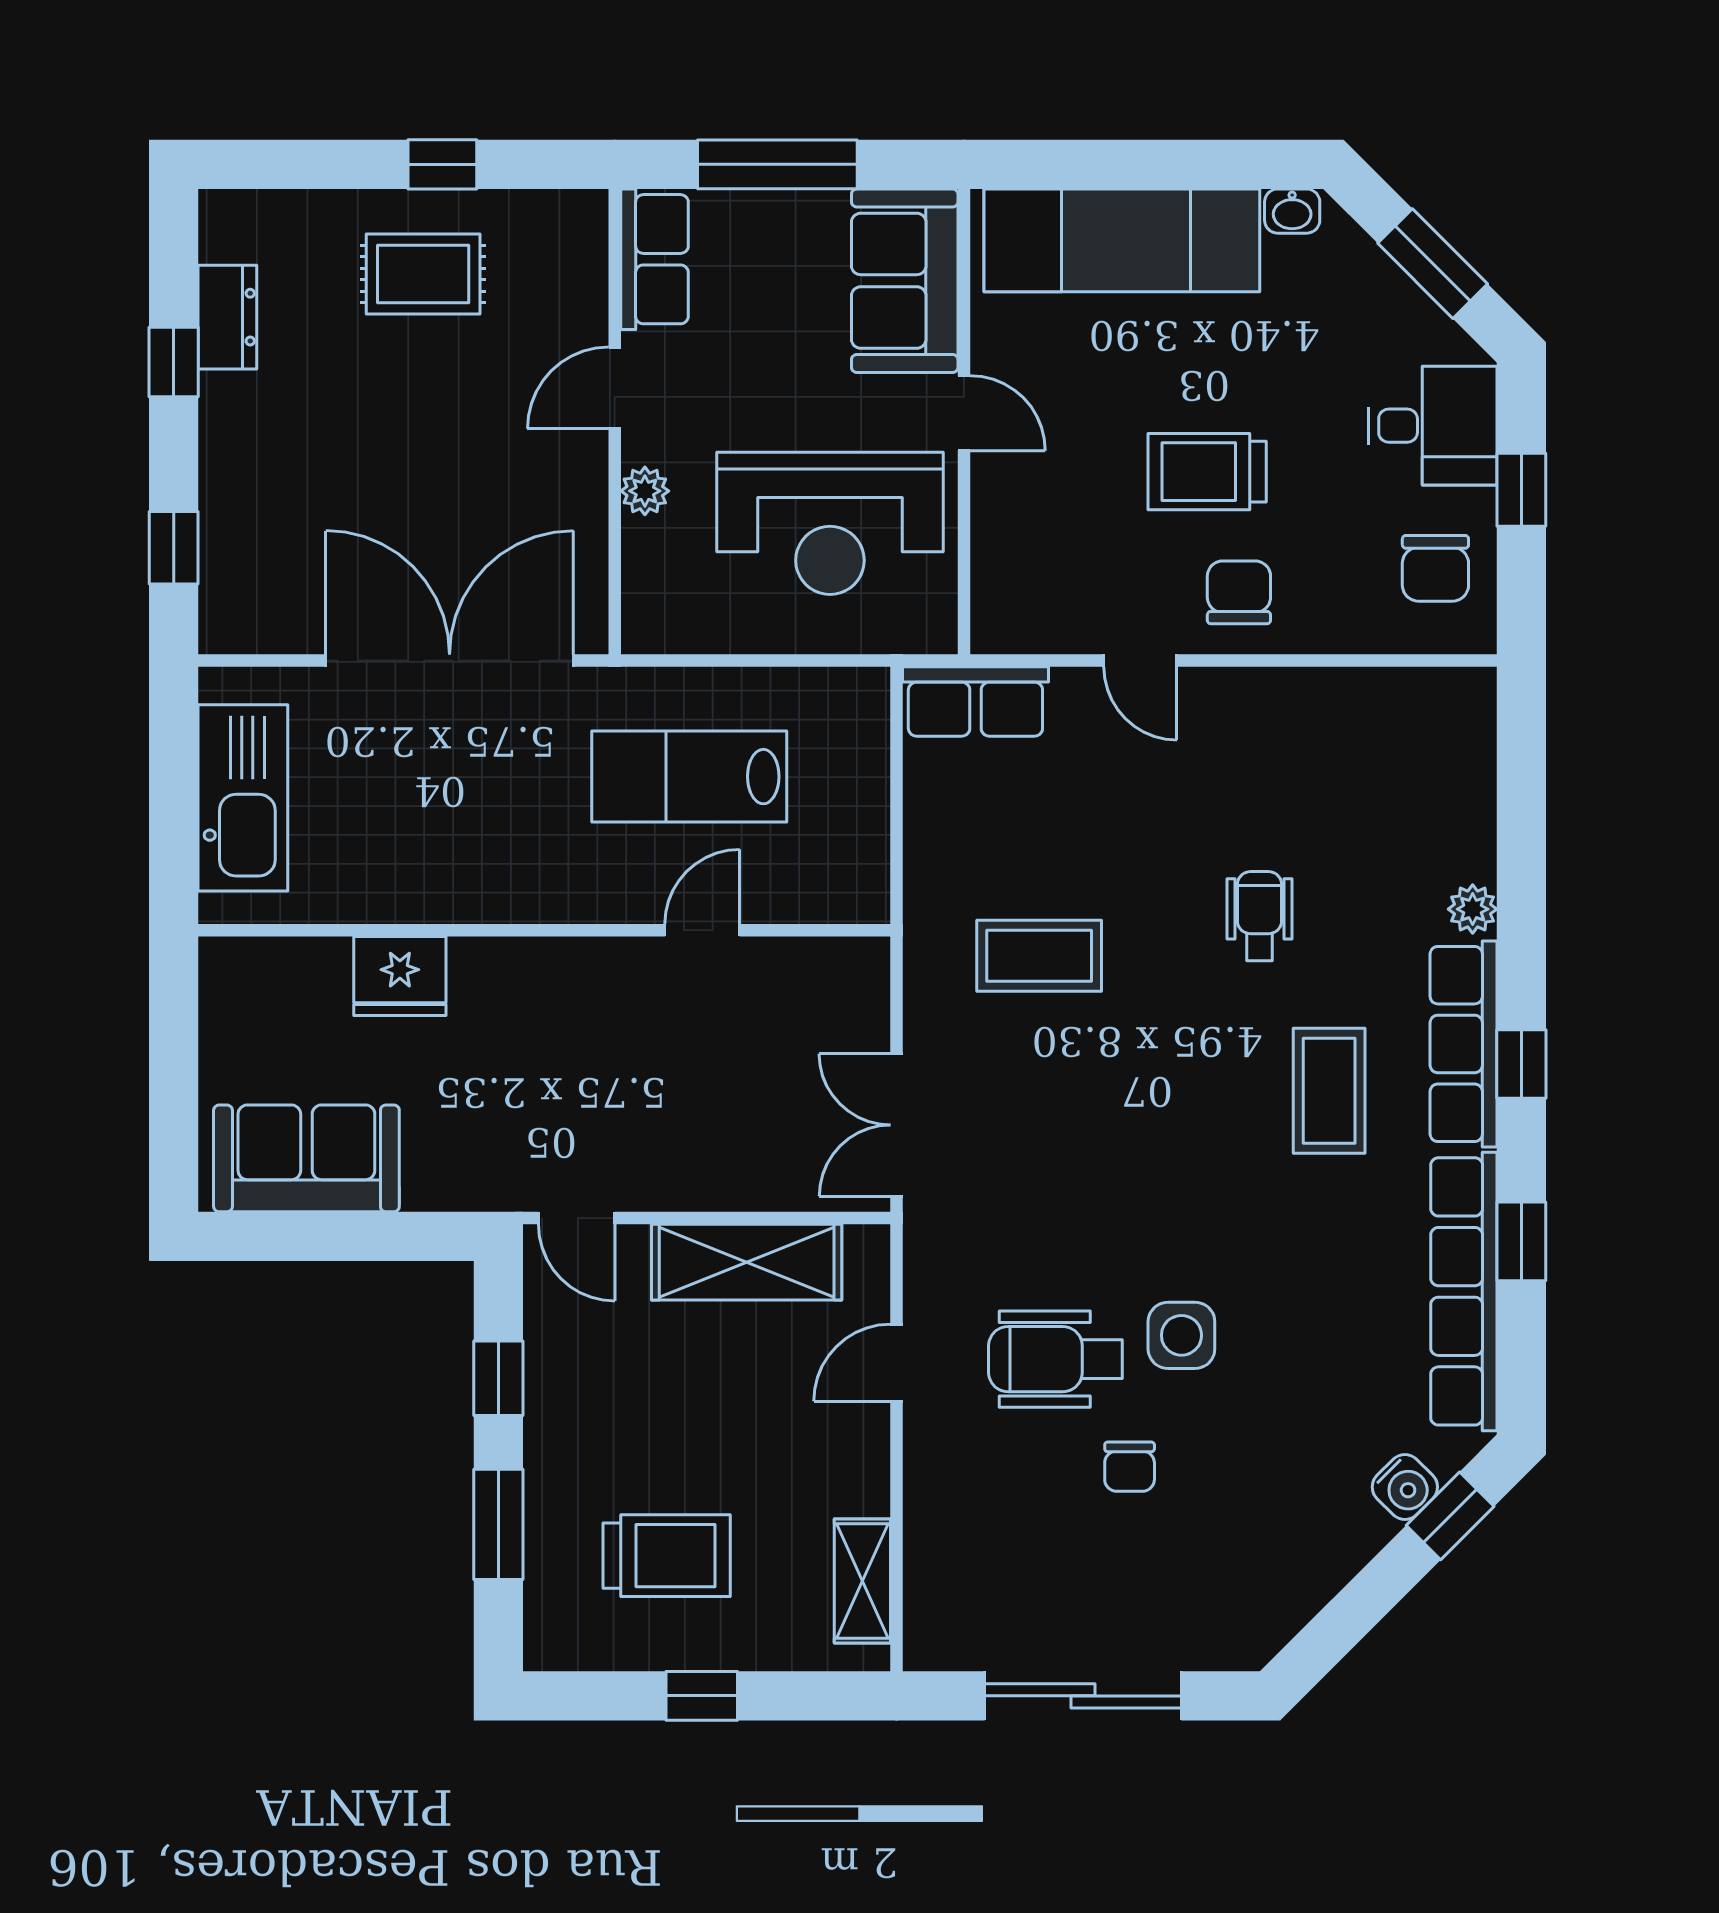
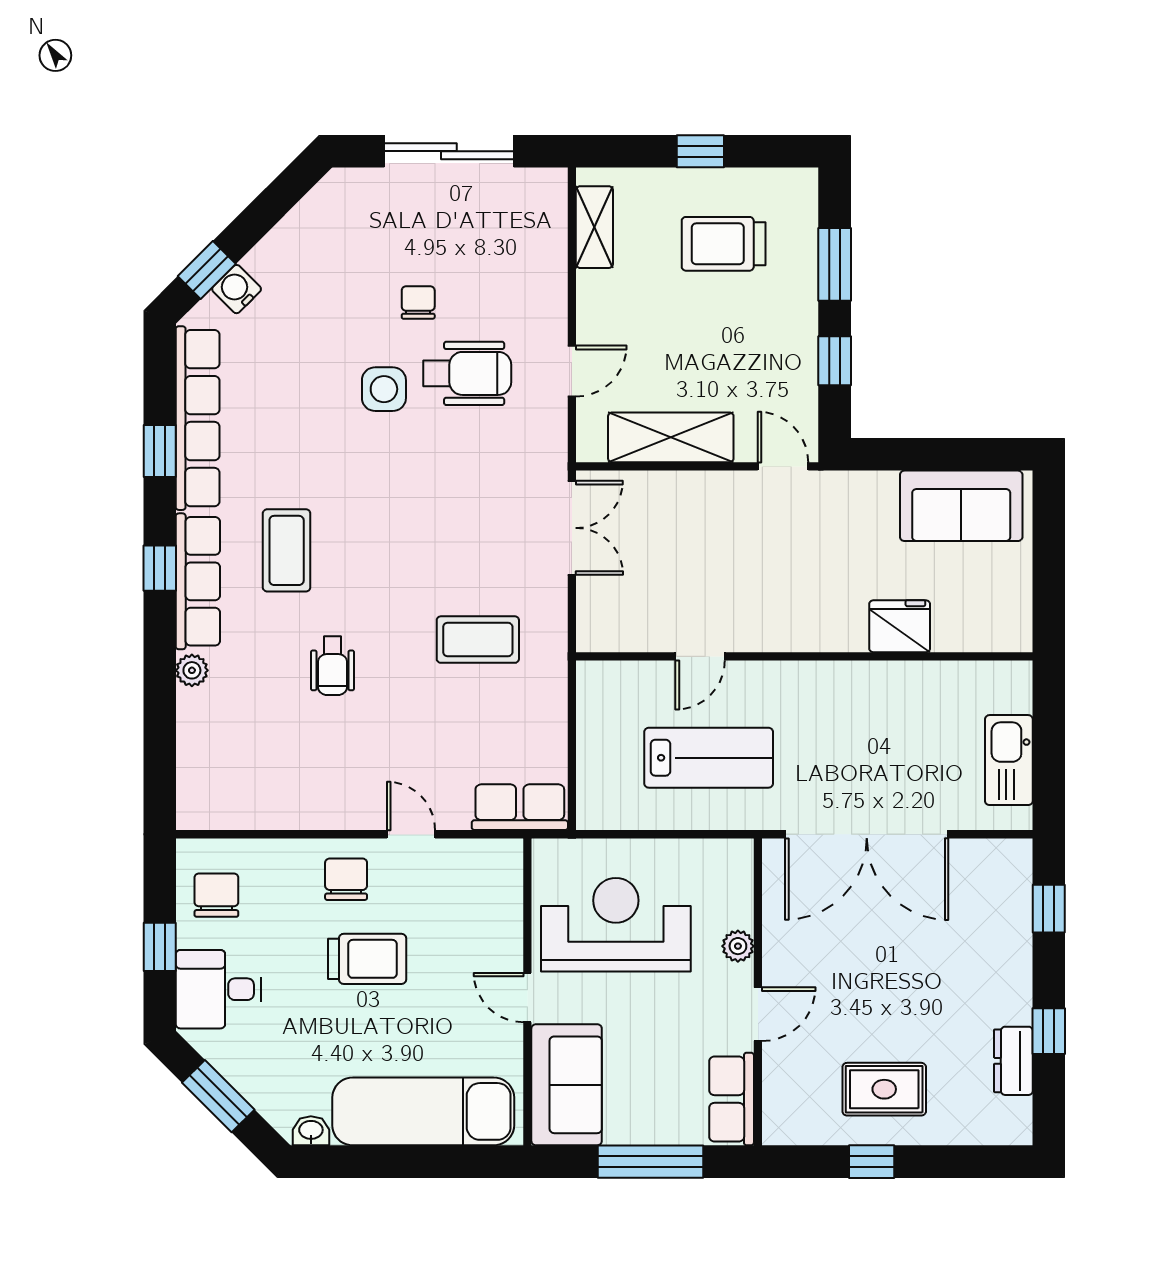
chair: (1239, 592) -> (346, 879), turned 180
kitchen sink: (243, 798) -> (1009, 760), width x0.73, depth x0.81

